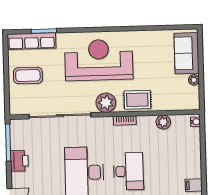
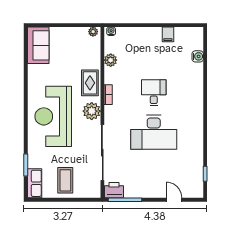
row of seats: (31, 41) -> (35, 183), width x0.68
sofa: (187, 53) -> (38, 45), moved, turned -90
plant: (194, 80) -> (93, 32), moved
printer: (19, 161) -> (114, 190), moved
desk: (128, 171) -> (154, 93), width x0.73

